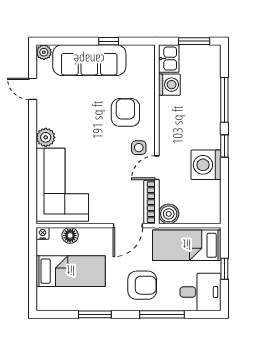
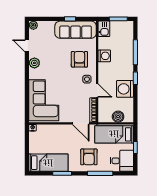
sofa: (89, 60) -> (76, 30), moved
washing machine: (169, 85) -> (104, 56), moved
plant: (46, 137) -> (34, 63), moved
door: (157, 168) -> (97, 90), swing flipped
boiler: (169, 214) -> (118, 117), moved
door: (128, 226) -> (81, 123), hinge flipped
floor lamp: (70, 235) -> (48, 129), removed
bed: (71, 271) -> (48, 163), moved
armchair: (142, 285) -> (89, 157), turned 90

